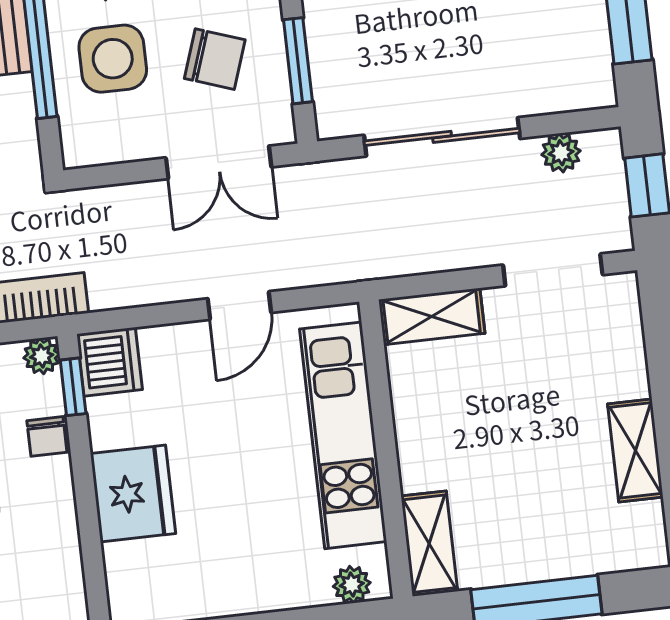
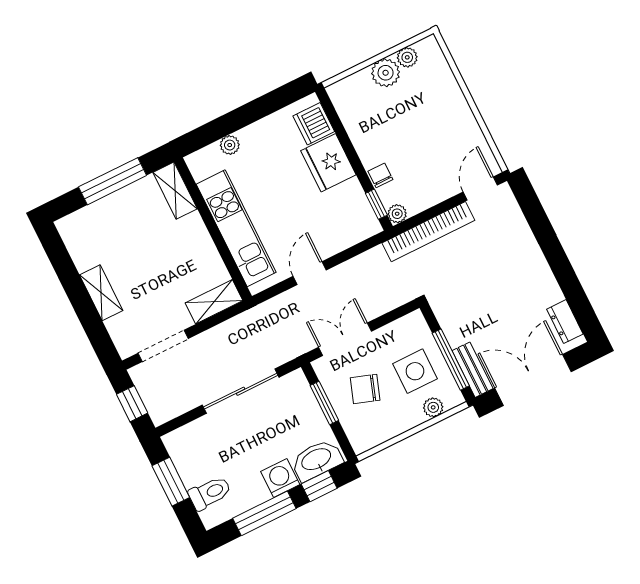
plant: (561, 153) -> (180, 404), removed
dishwasher: (110, 362) -> (314, 124), moved
shelving: (635, 450) -> (101, 293), moved
plant: (352, 585) -> (230, 145), moved

